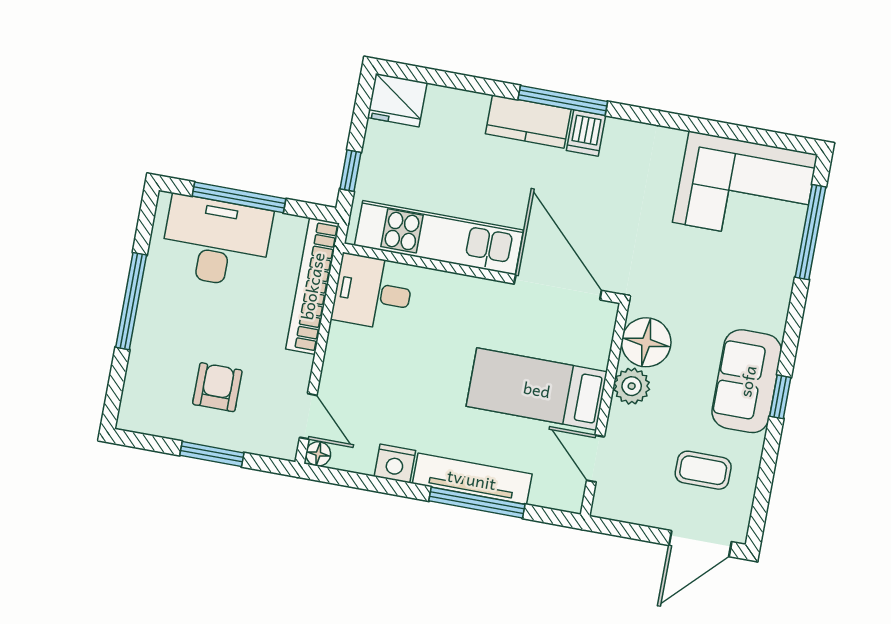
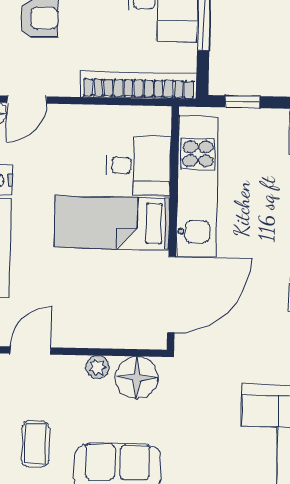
desk: (373, 292) -> (139, 166), moved, turned 90
plant: (632, 386) -> (97, 367), width x0.73, depth x0.73
bed: (537, 389) -> (112, 223), moved, turned -90

